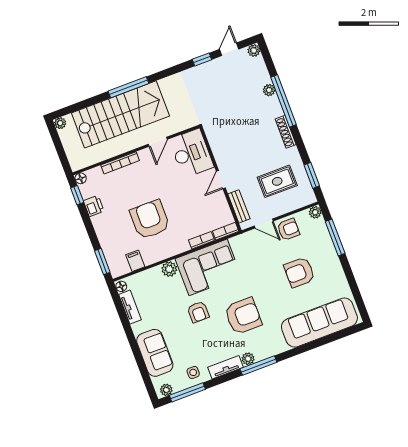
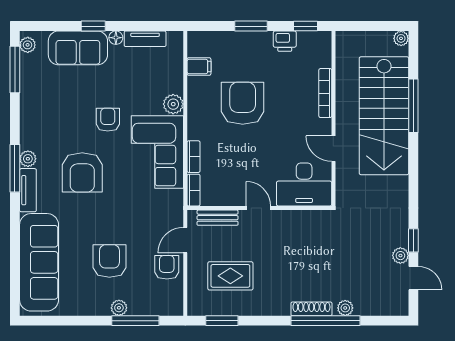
plant: (254, 50) -> (400, 256), moved
window: (128, 87) -> (413, 106), moved
shoe rack: (286, 132) -> (311, 309), moved
floor lamp: (81, 178) -> (324, 38), removed
rug: (277, 181) -> (230, 276), turned 90
plant: (315, 212) -> (119, 308), moved
armchair: (150, 219) -> (243, 103), turned -90
armchair: (288, 229) -> (167, 267), turned 180
window: (102, 261) -> (251, 26), moved
floor lamp: (121, 286) -> (116, 38), moved
armchair: (198, 312) -> (108, 120), turned 90
window: (135, 348) -> (93, 26), added
tv unit: (225, 367) -> (28, 190), moved
side table: (193, 372) -> (36, 86), removed

